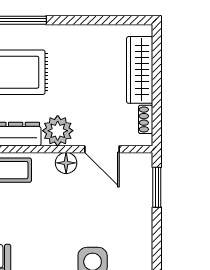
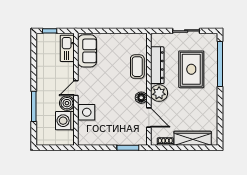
door: (102, 149) -> (149, 117), swing flipped

